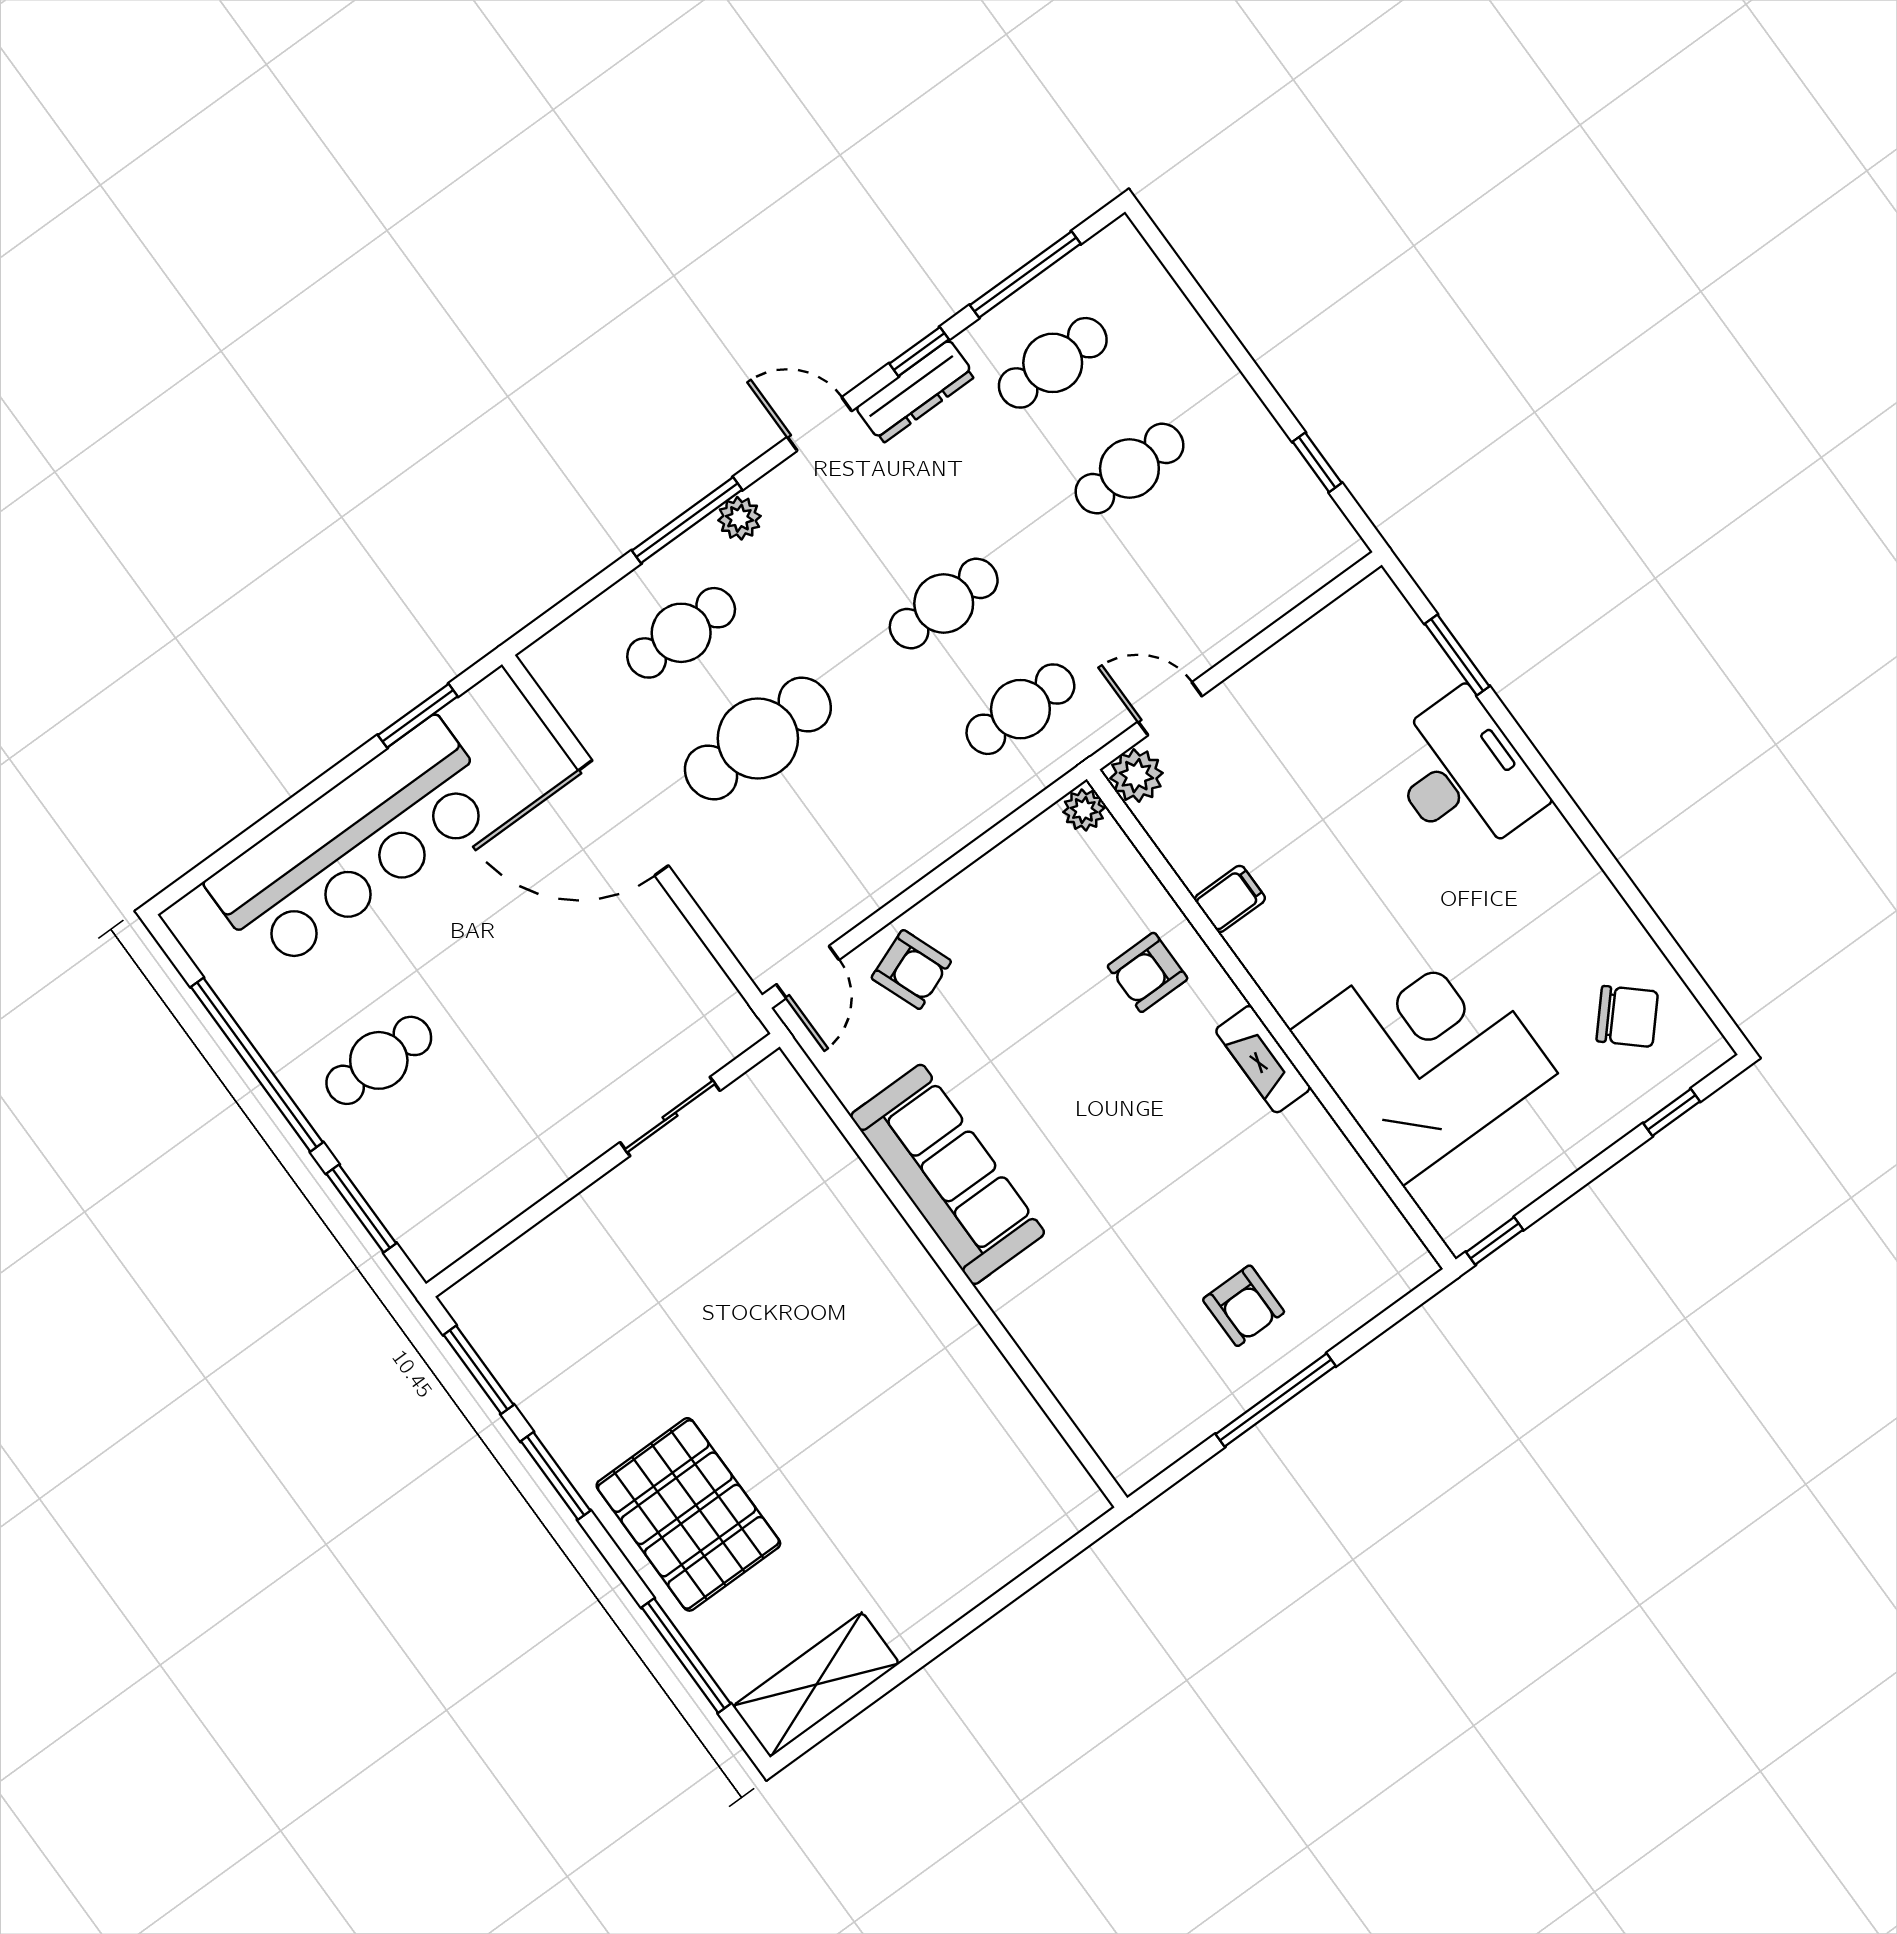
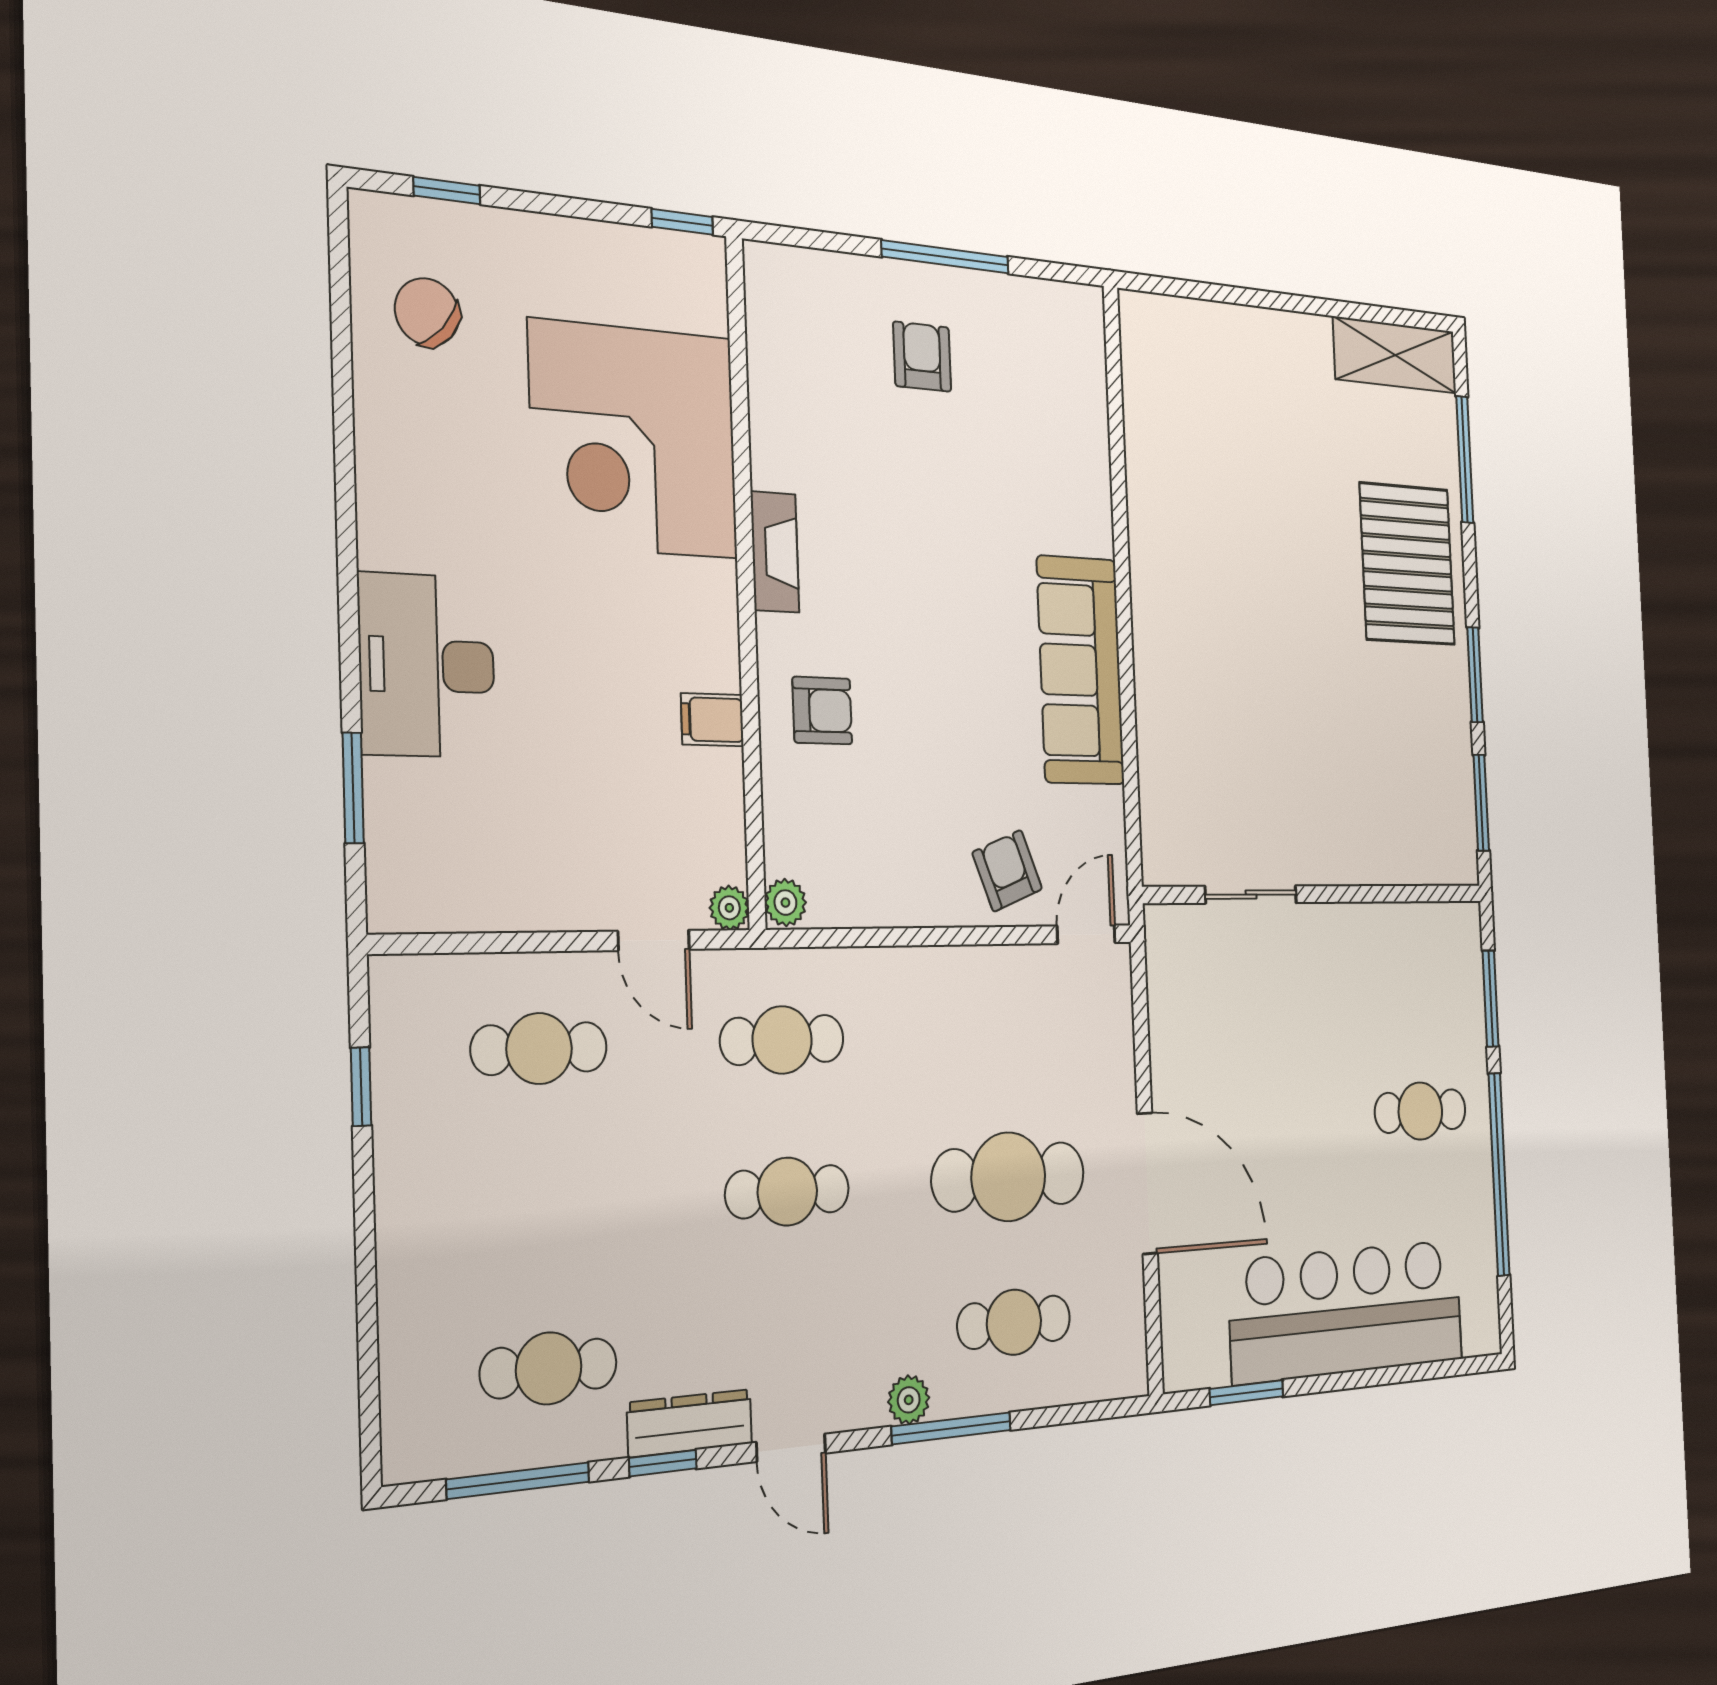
cafe table: (1129, 468) -> (539, 1049), moved
plant: (1136, 776) -> (729, 908), width x0.73, depth x0.73

